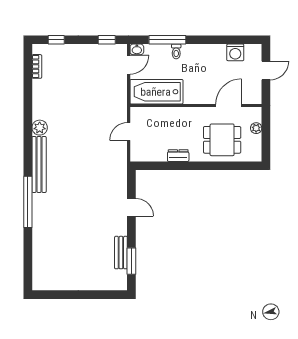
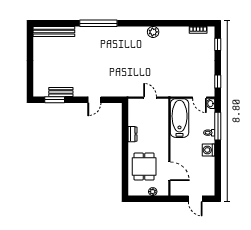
washing machine: (235, 52) -> (209, 150), moved
bench: (39, 164) -> (54, 32), moved

